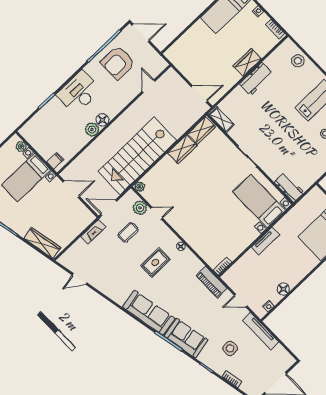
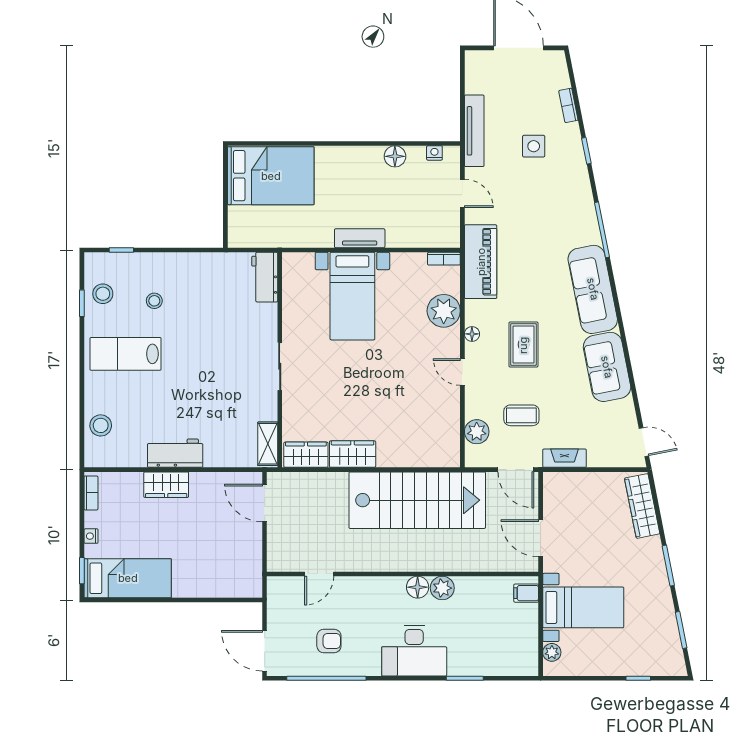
armchair: (118, 62) -> (329, 641), width x0.53, depth x0.53
plant: (140, 187) -> (444, 311), moved, width x1.88, depth x1.88
bed with nightstands: (259, 201) -> (352, 296), moved
door: (157, 213) -> (462, 372), moved
rug: (155, 262) -> (523, 345), turned 90
door: (80, 279) -> (644, 442), moved
piano: (212, 282) -> (481, 262), width x1.37, depth x1.33
sofa: (186, 338) -> (607, 367), moved

